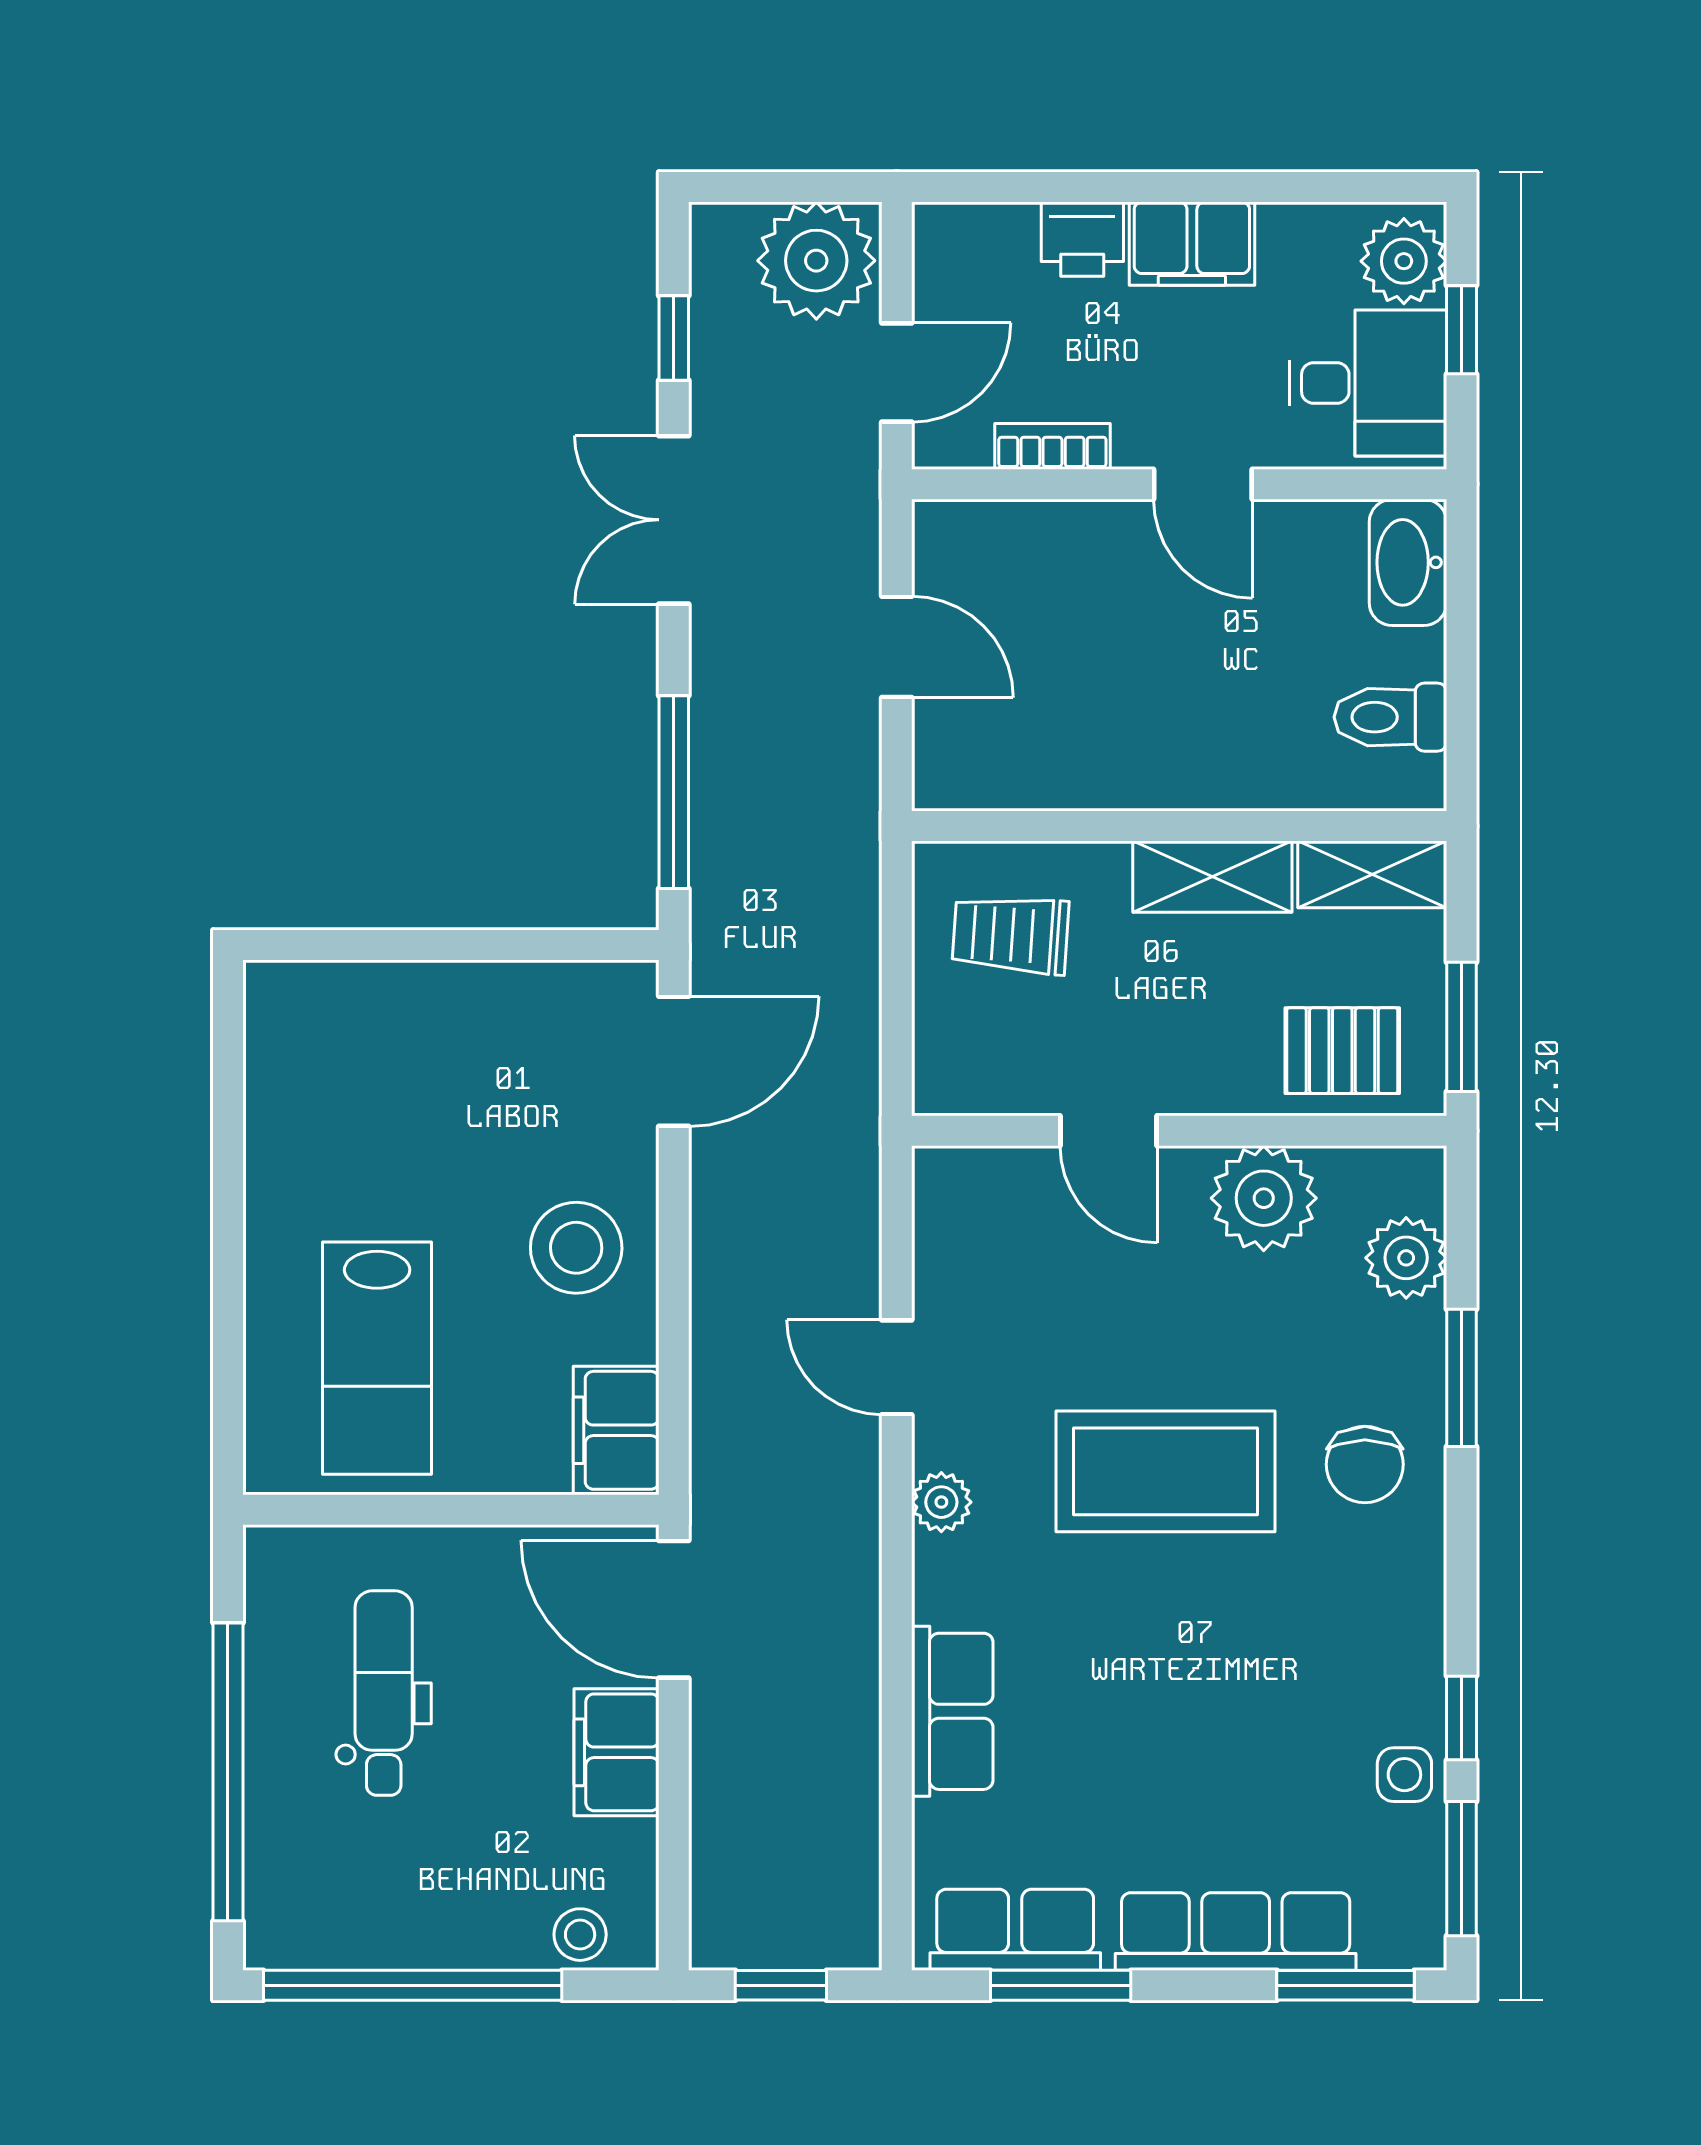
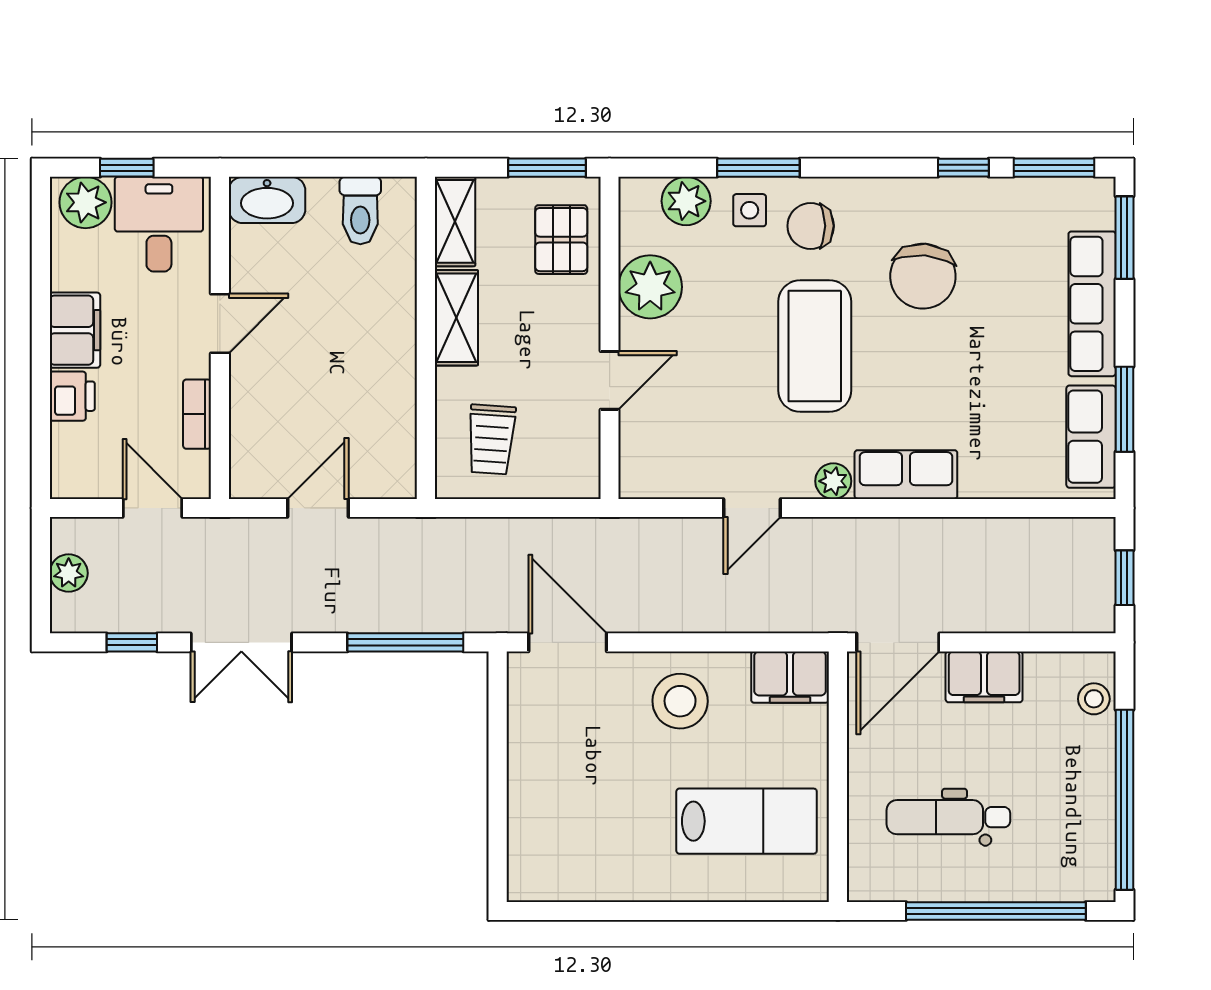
plant: (816, 261) -> (69, 573), width x0.53, depth x0.53
chair: (1365, 1464) -> (811, 226), turned 180
chair: (1281, 1651) -> (923, 276), added
row of seats: (952, 1711) -> (906, 475), moved
side table: (1404, 1775) -> (750, 210), moved

